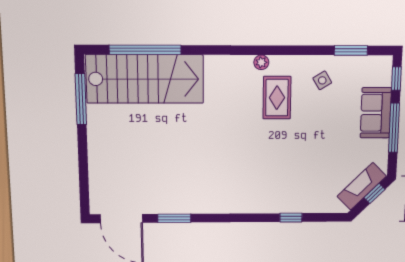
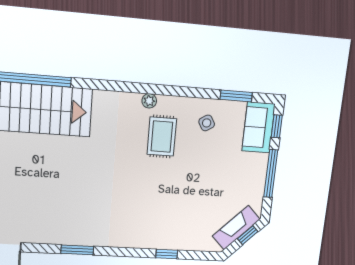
sofa: (376, 113) -> (258, 127), moved
window: (174, 218) -> (77, 250), moved

